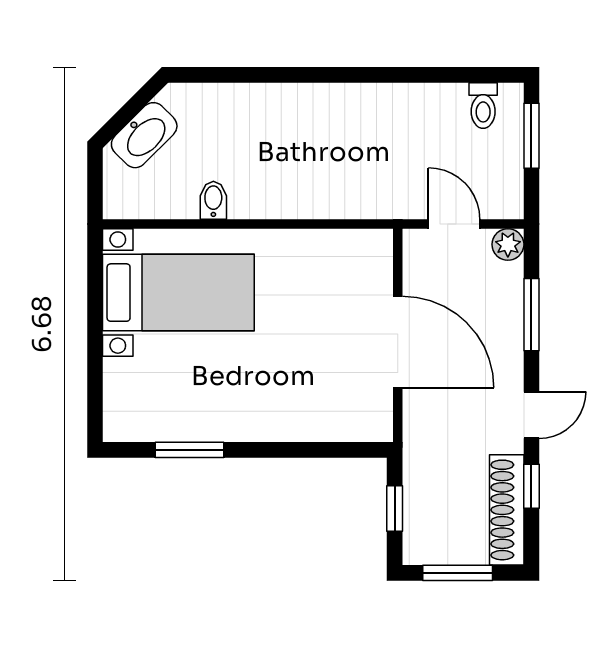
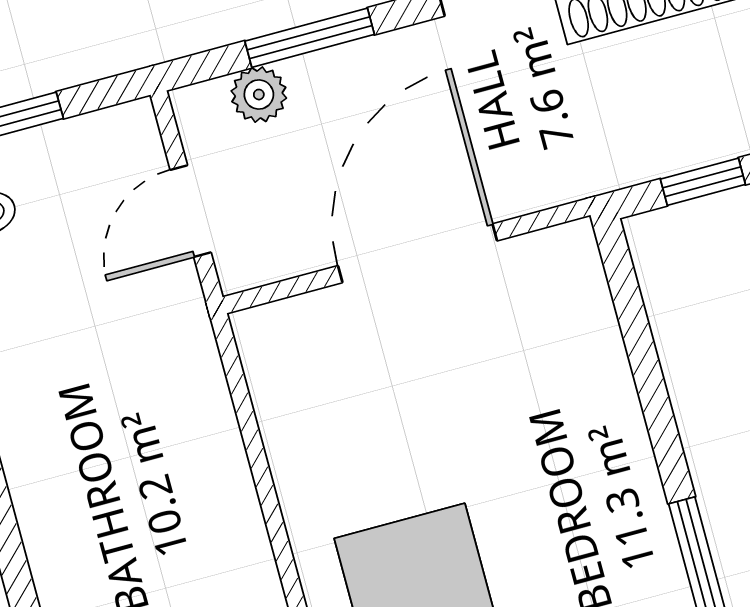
plant: (508, 244) -> (259, 95), moved

